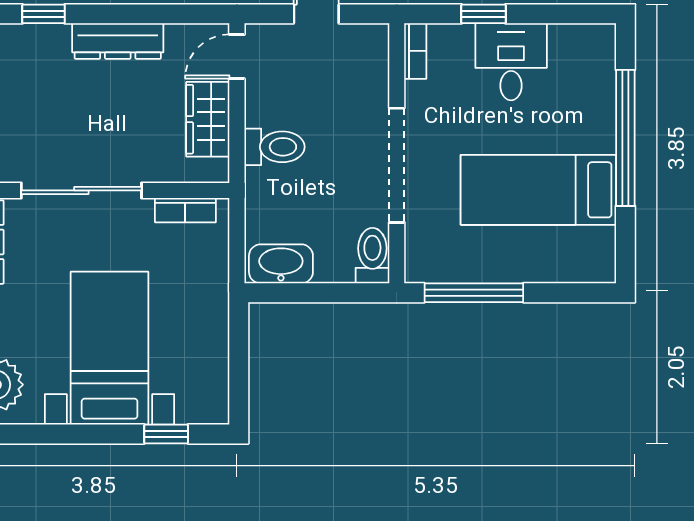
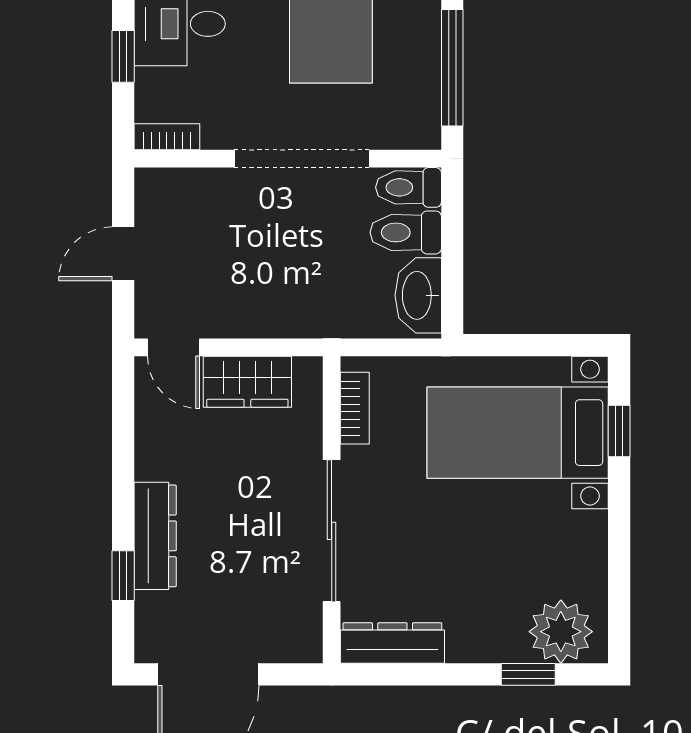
dresser: (118, 41) -> (155, 536), moved
toilet: (274, 147) -> (406, 232), moved, turned -90
bed with nightstands: (110, 348) -> (518, 433), moved

